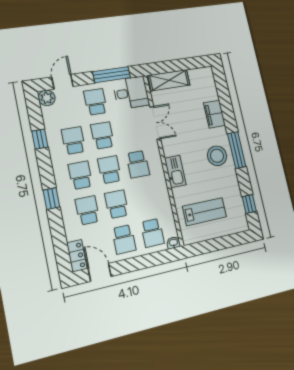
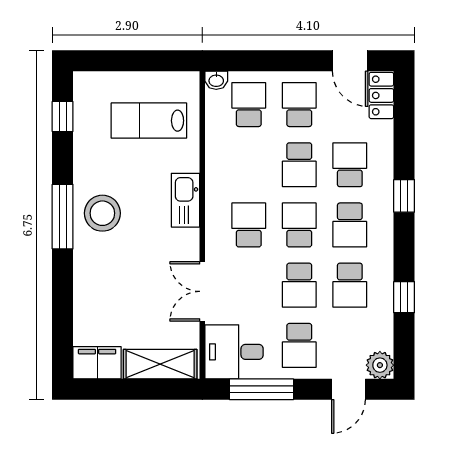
filing cabinet: (214, 114) -> (97, 363), moved, turned -90
school desk: (110, 170) -> (299, 225), turned 180
school desk: (87, 210) -> (350, 165), turned 180

